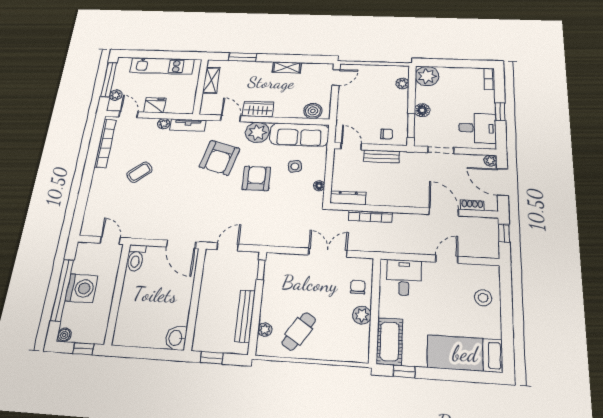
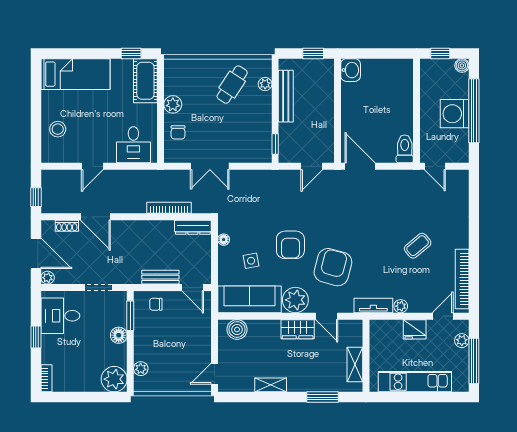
door: (128, 114) -> (443, 316), swing flipped

